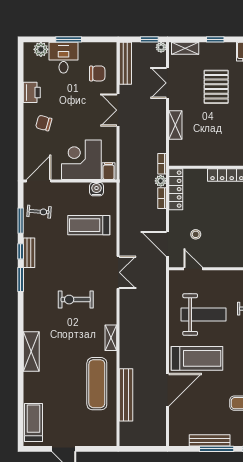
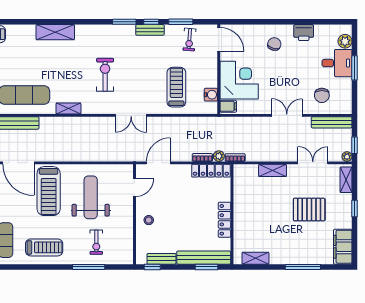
stool: (196, 234) -> (149, 220), moved
weight bench: (204, 315) -> (91, 197), turned 180

